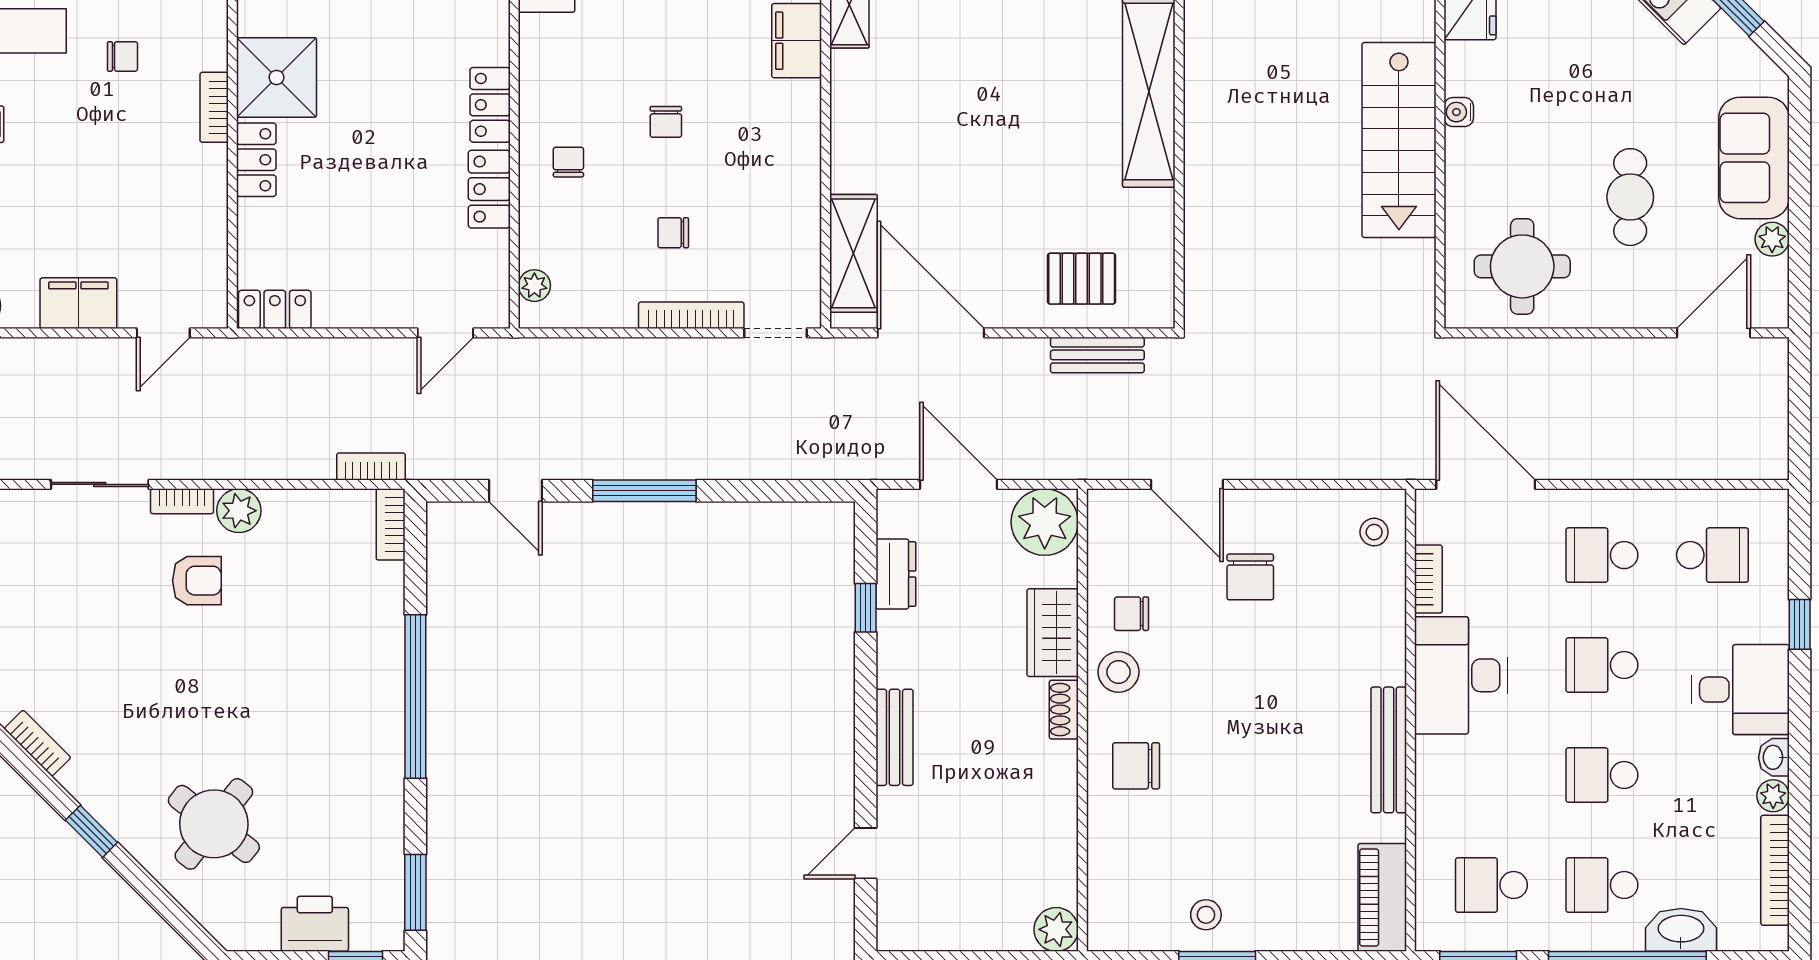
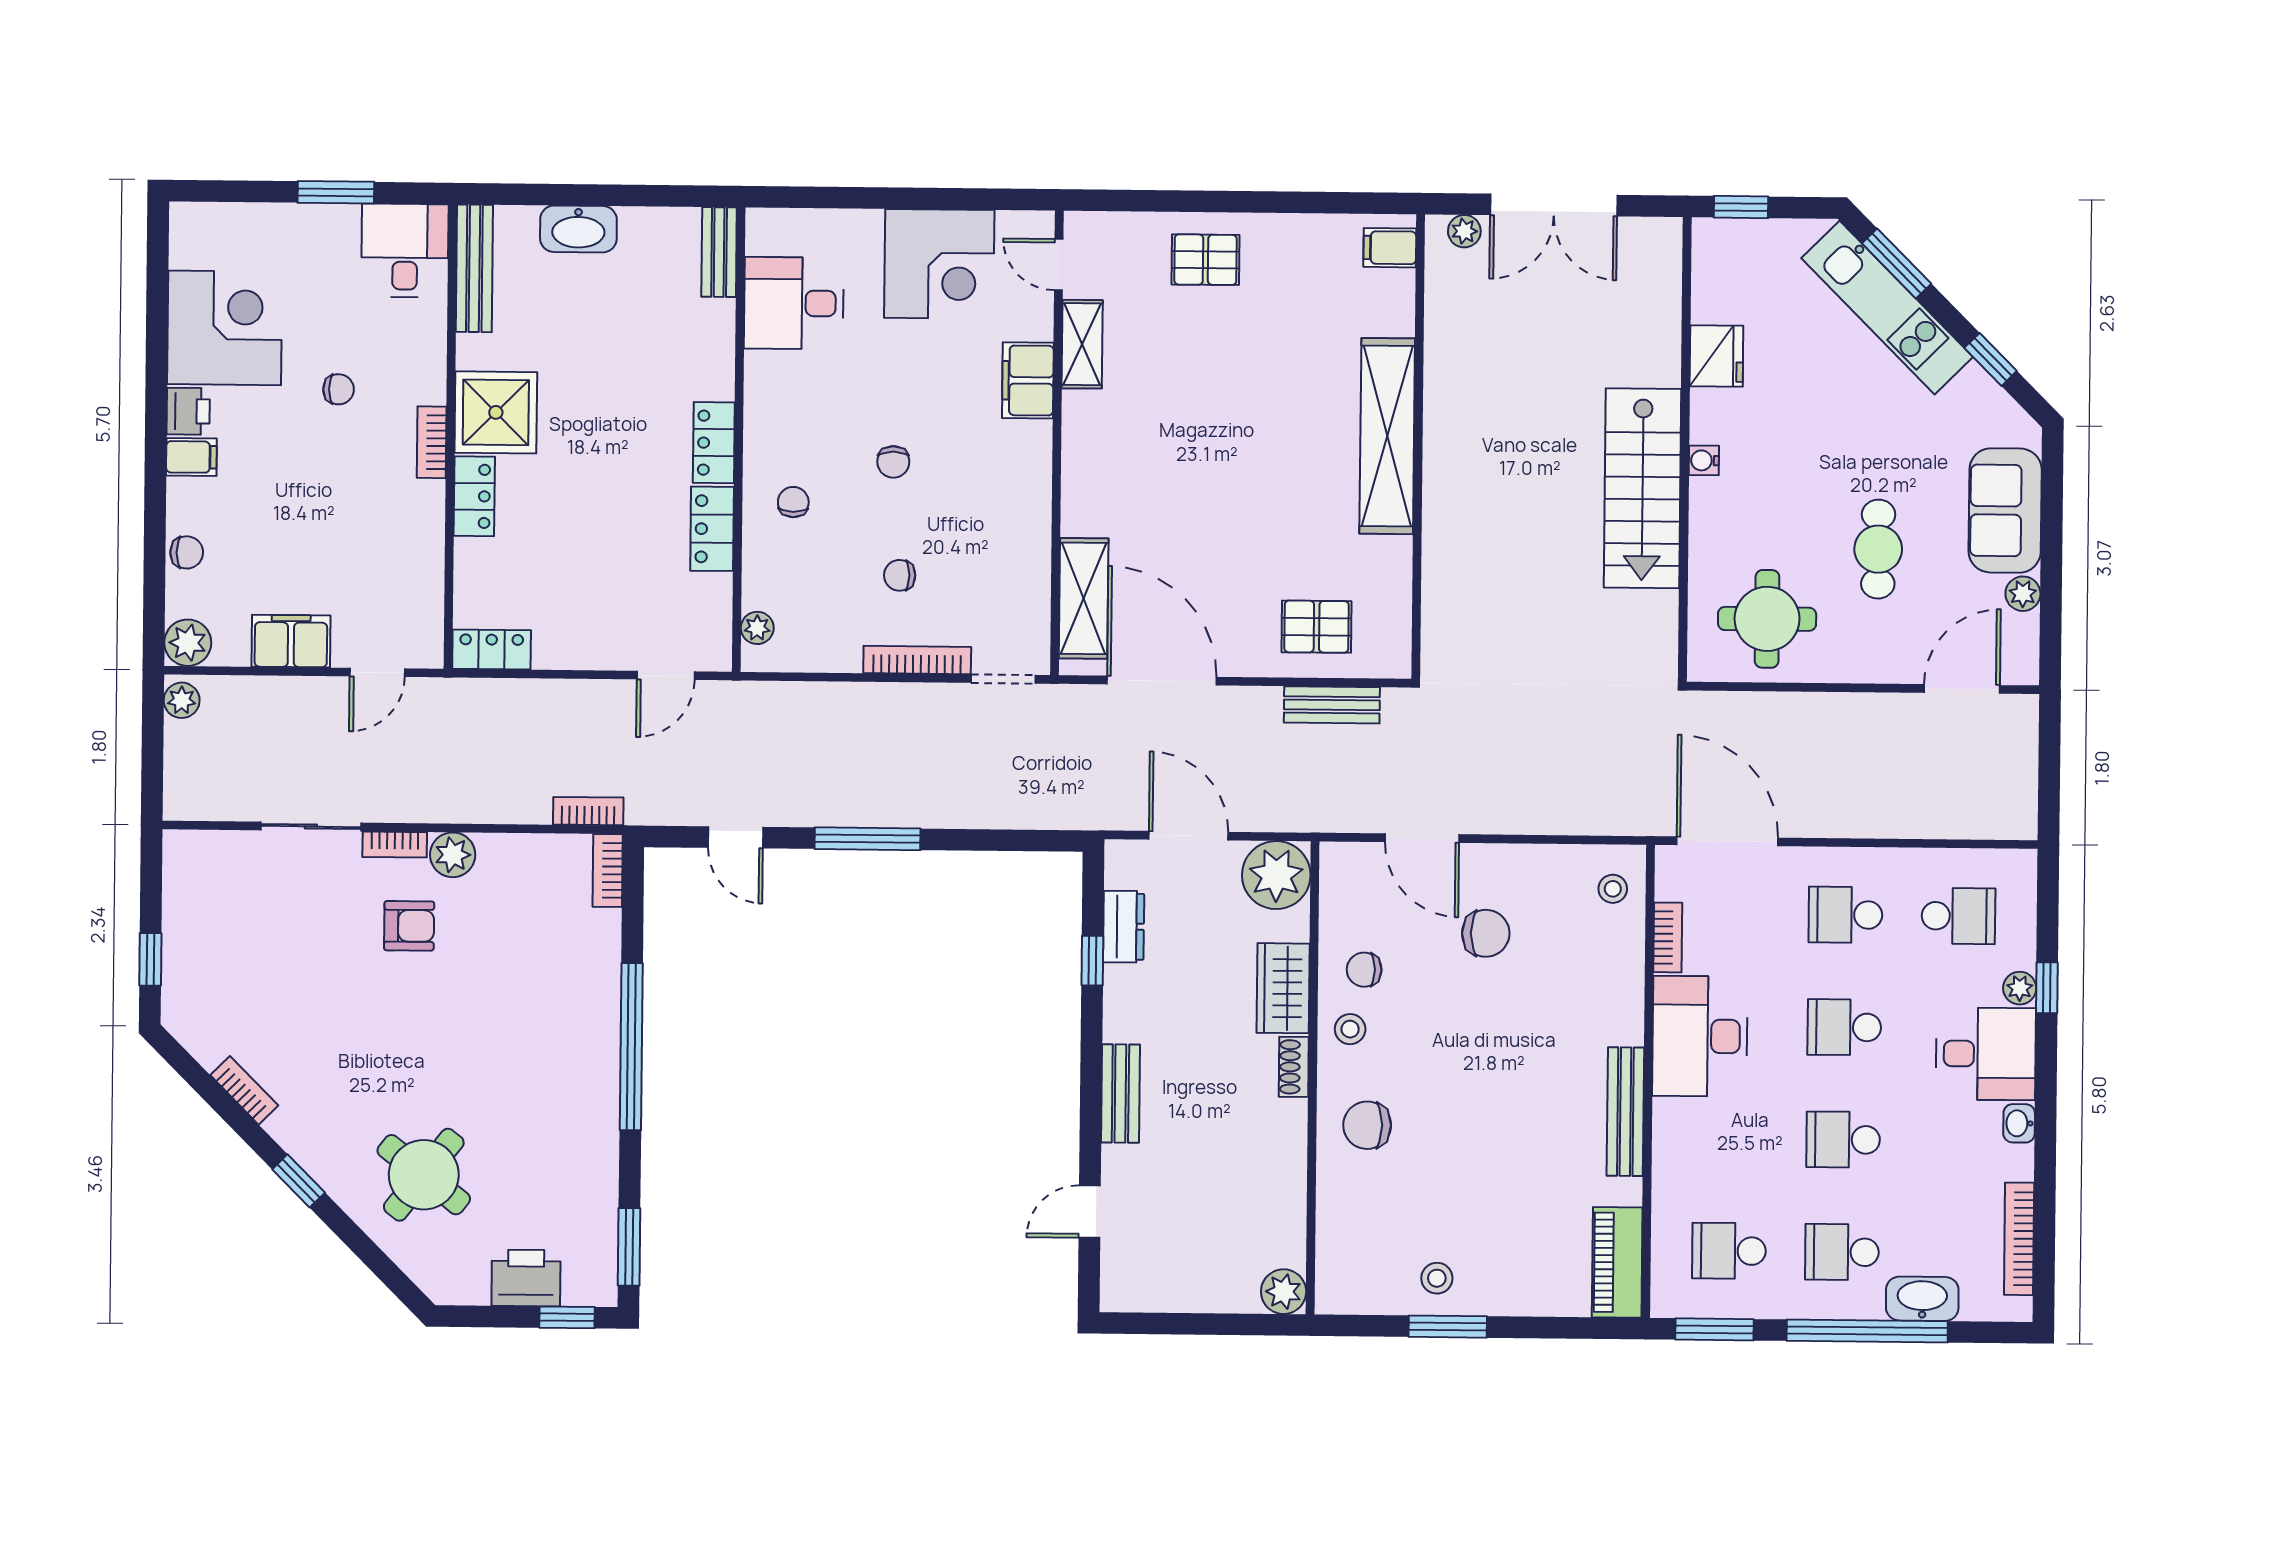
chair: (1250, 577) -> (1486, 933), turned -90
stool: (1119, 672) -> (1350, 1029), width x0.73, depth x0.73
plant: (1773, 796) -> (2020, 988), moved

